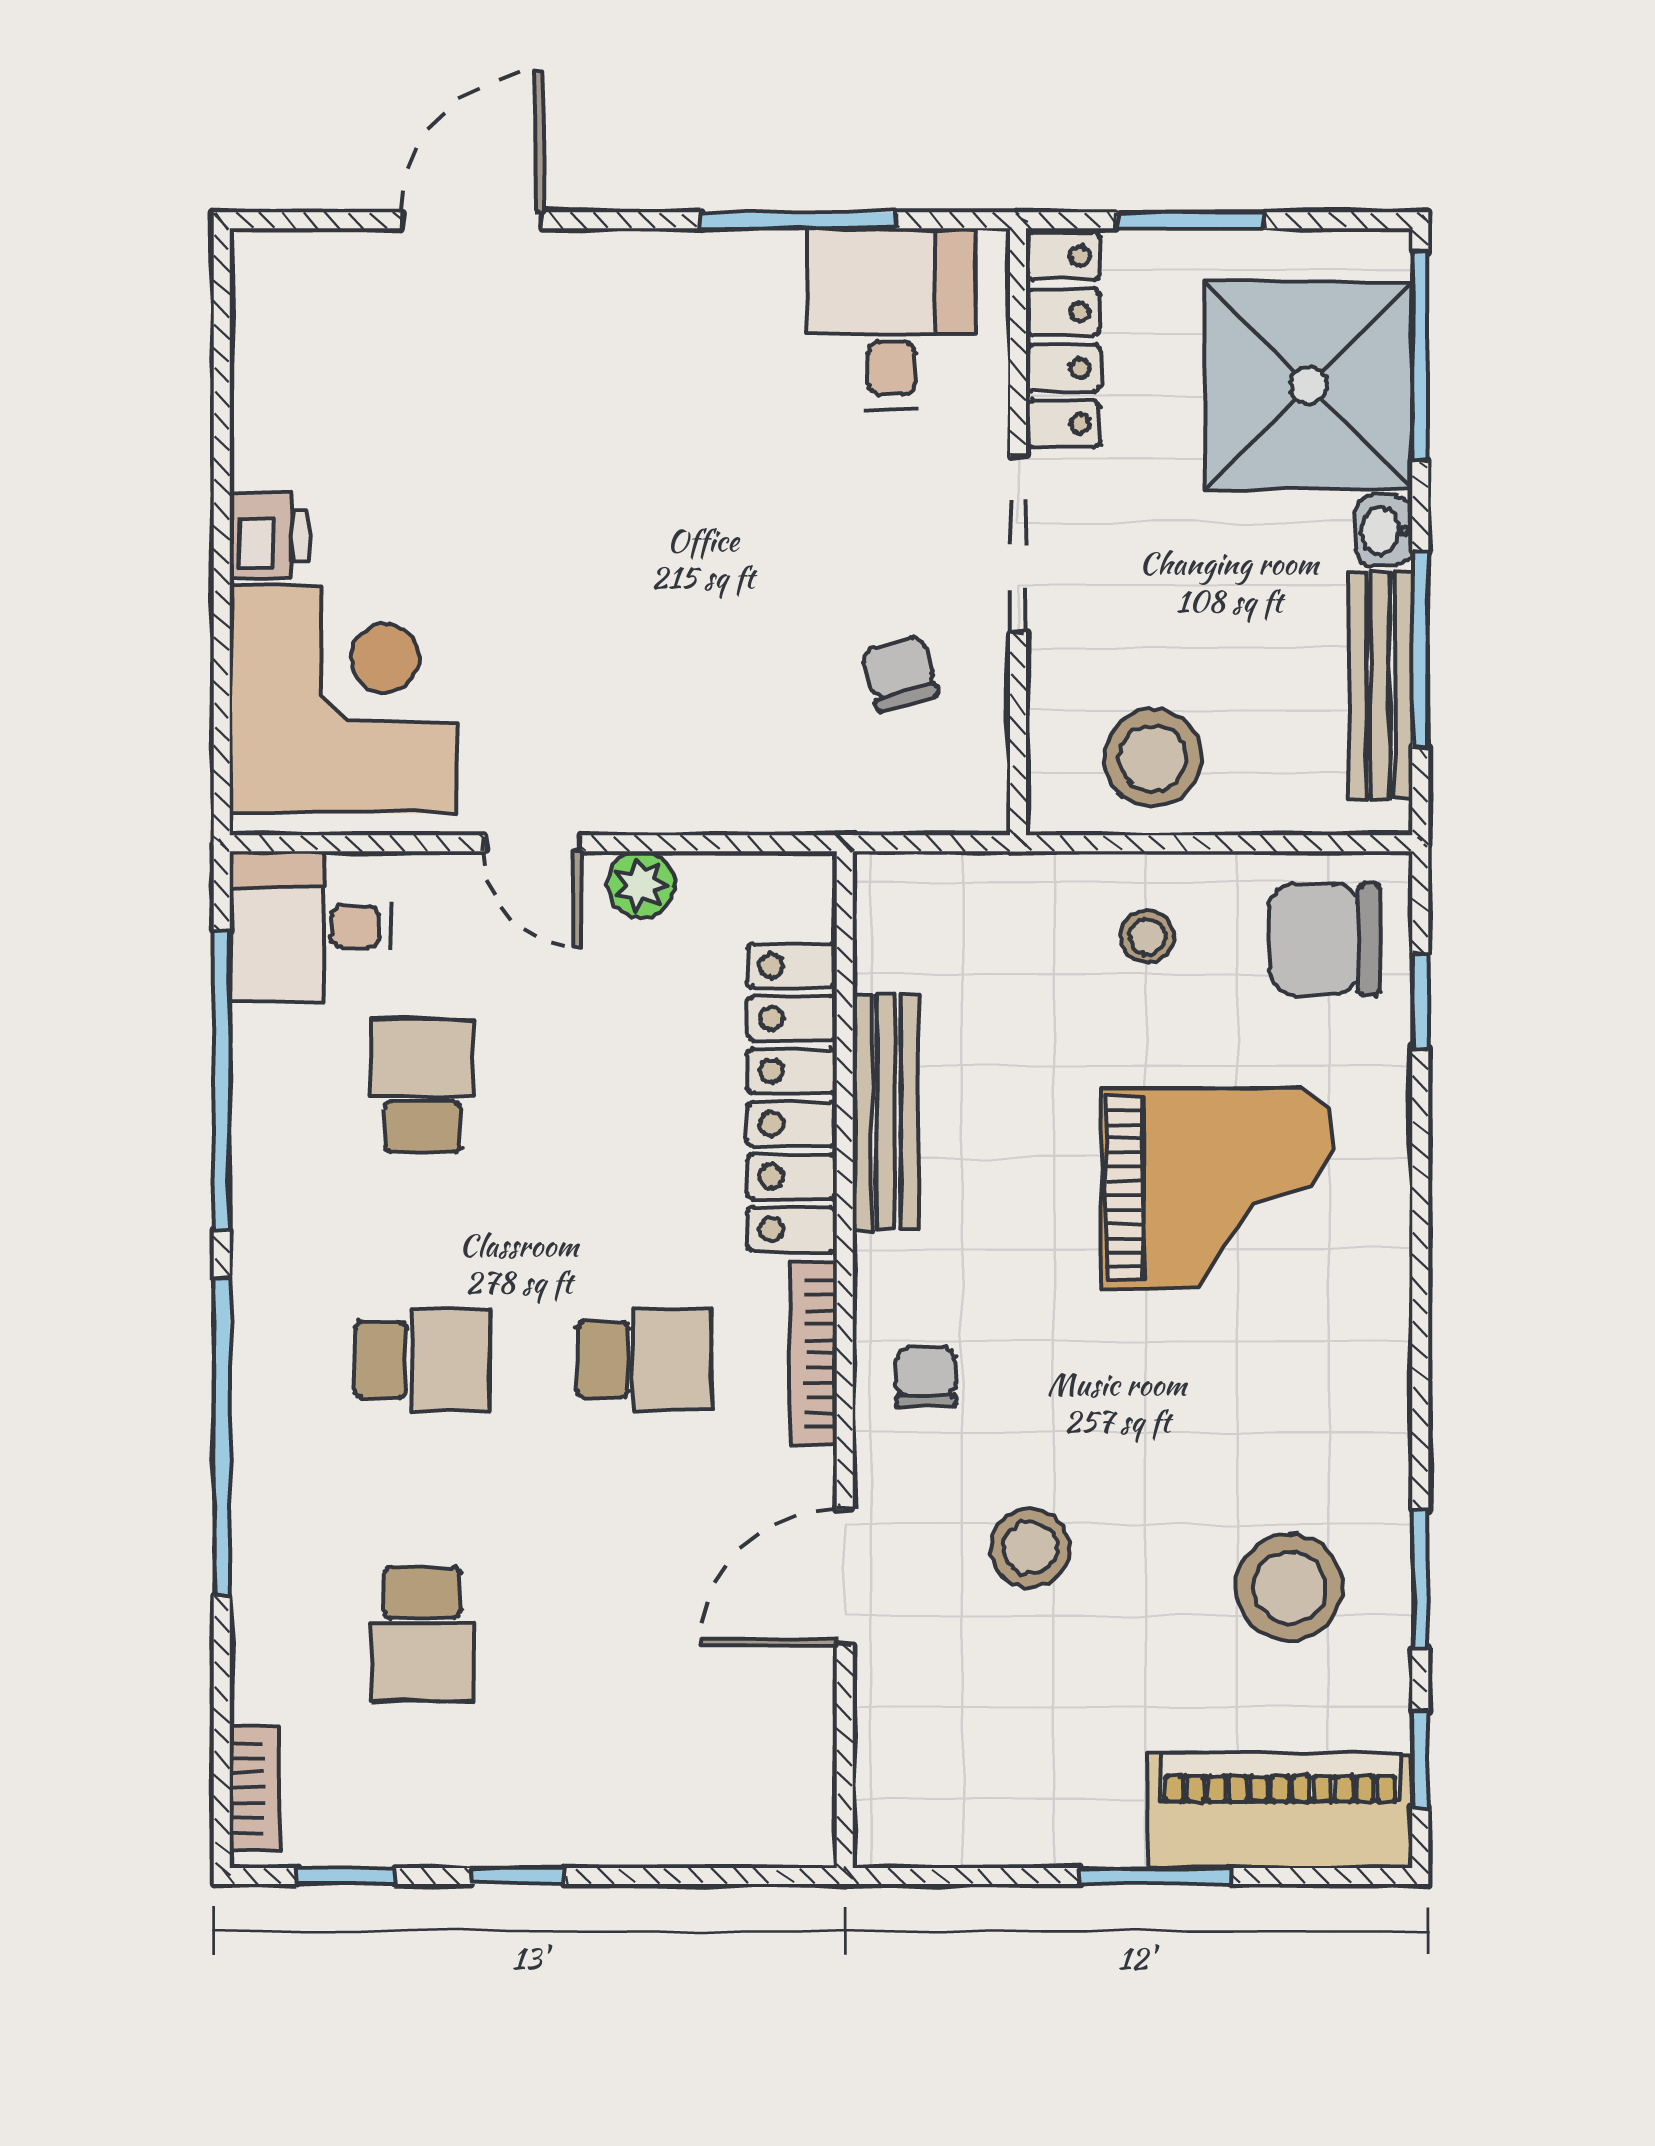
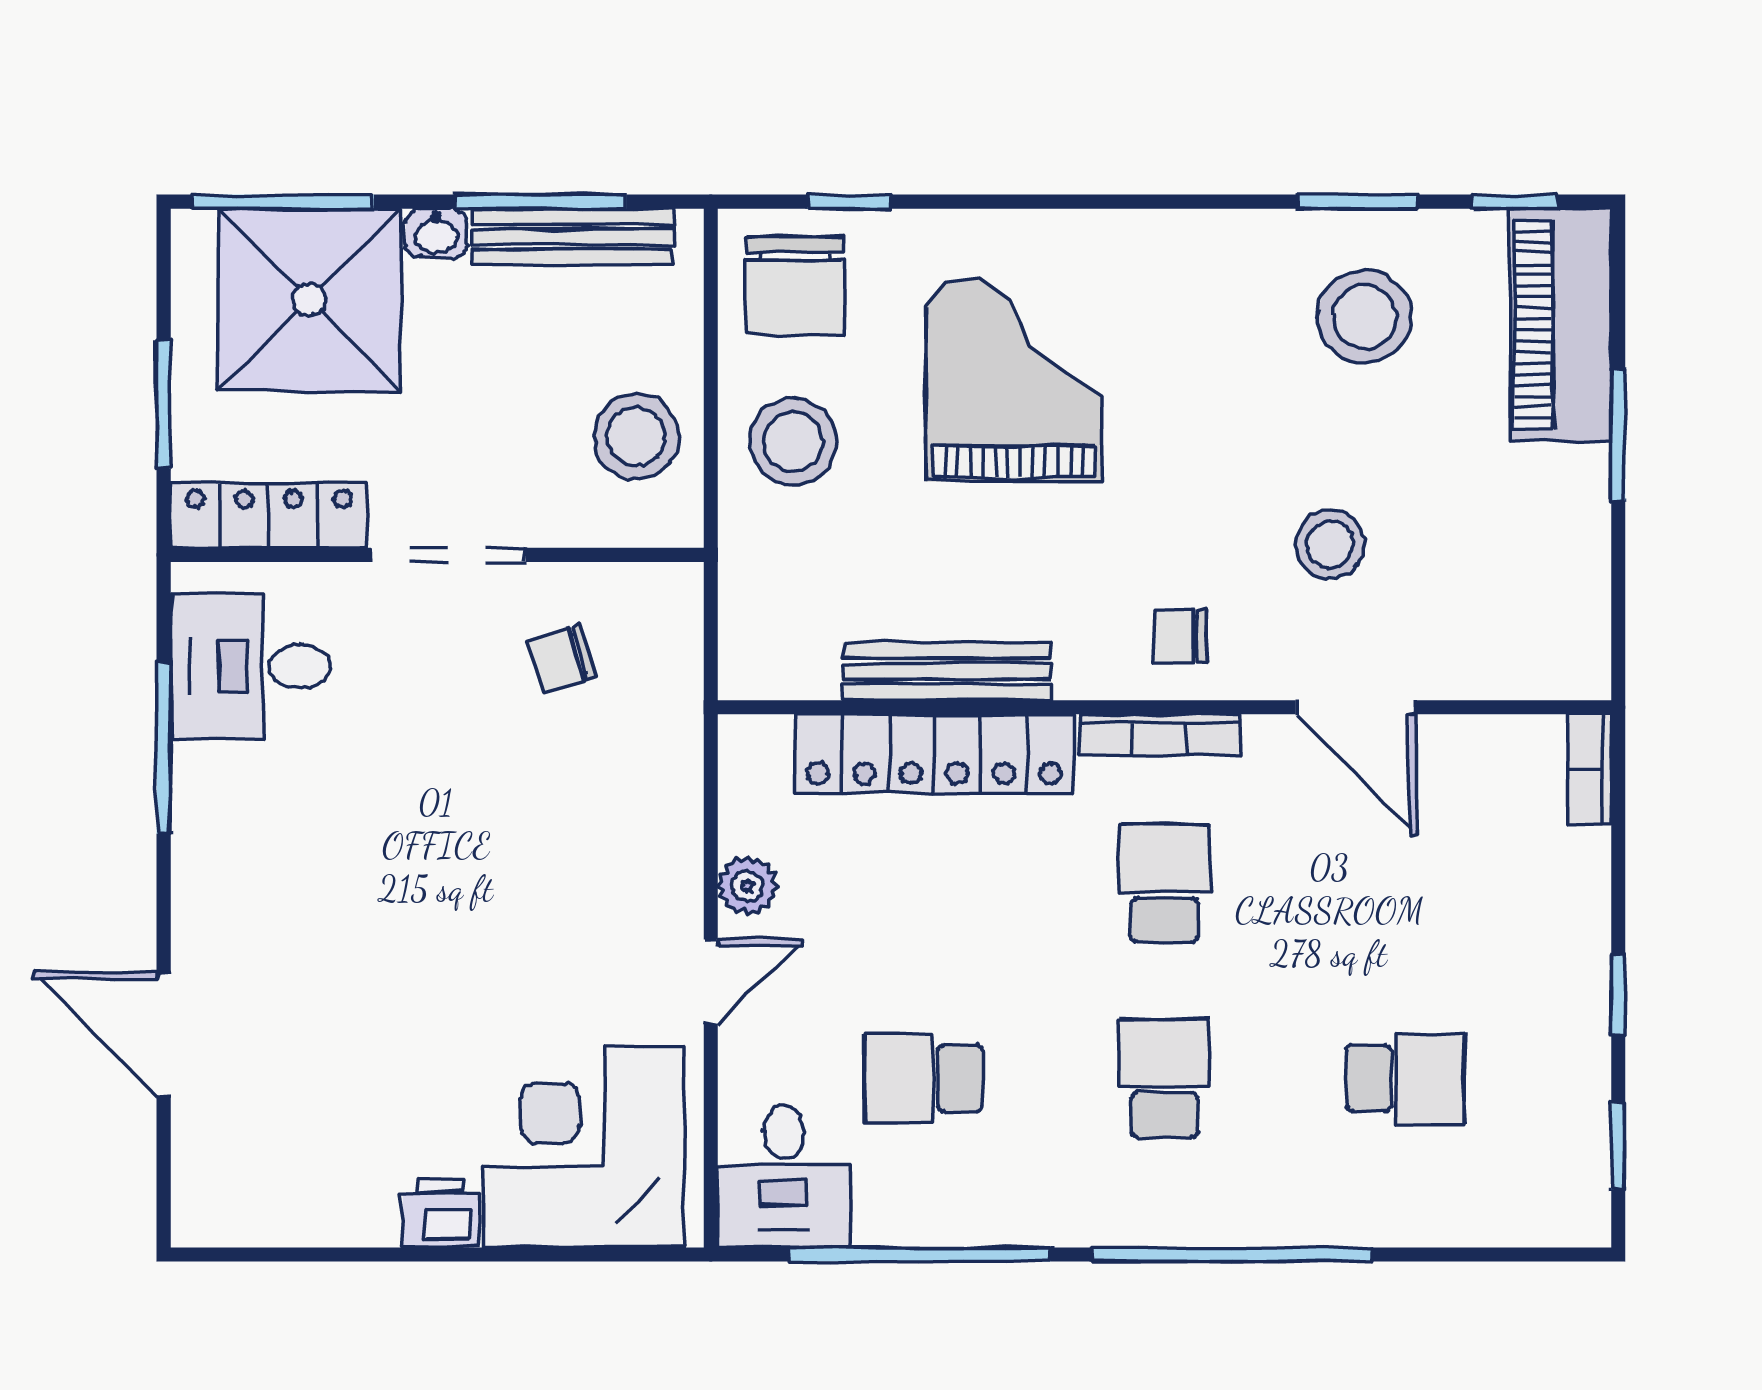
stool: (1147, 937) -> (793, 441), width x1.89, depth x1.89
bookcase: (255, 1788) -> (1589, 769), moved, turned -90

